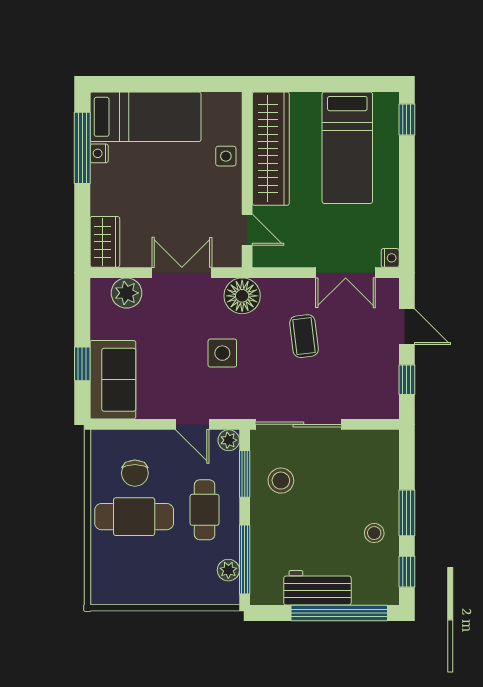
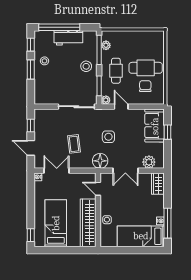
stool: (281, 481) -> (86, 66), moved

